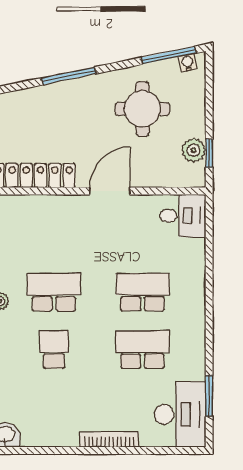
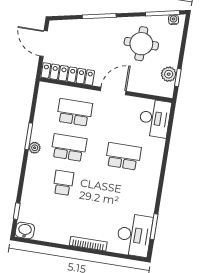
desk: (183, 216) -> (155, 118), width x1.37
school desk: (142, 349) -> (75, 112), moved

